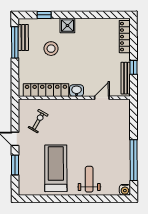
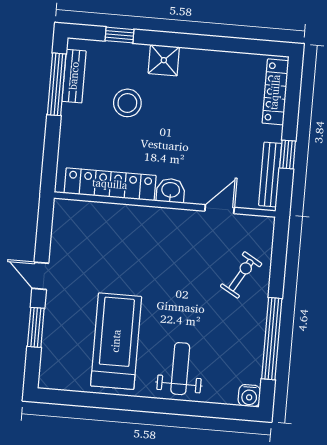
exercise bike: (38, 121) -> (241, 275), moved

